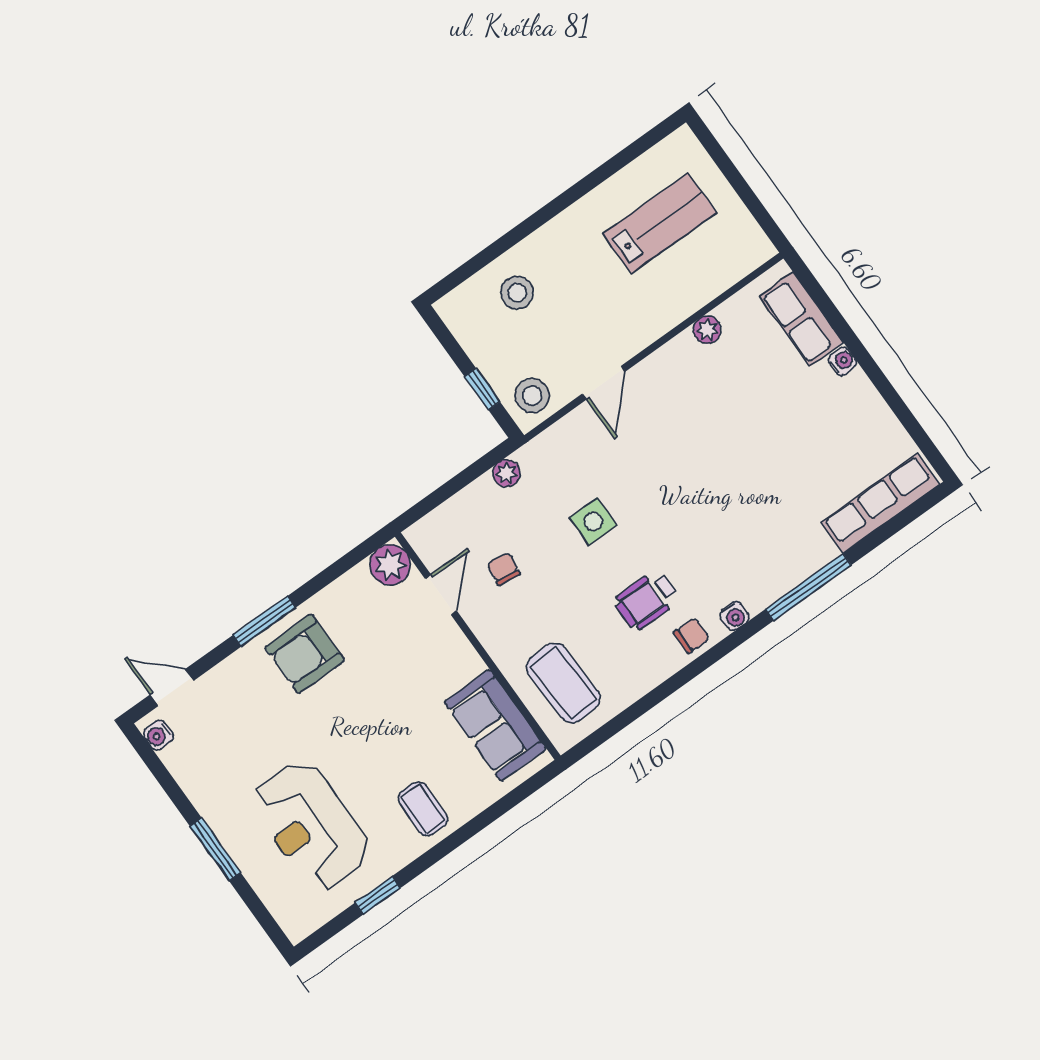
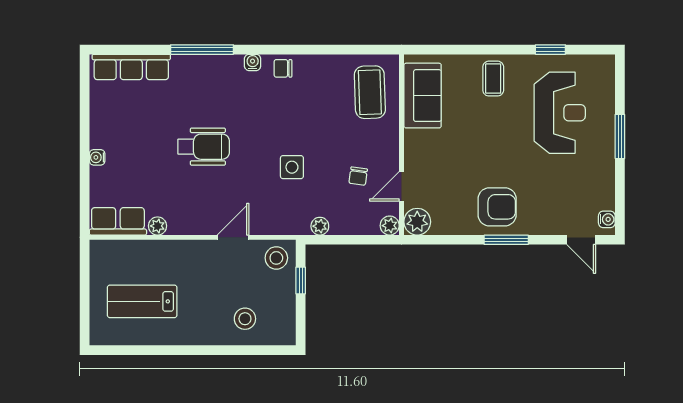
row of seats: (801, 319) -> (118, 221), moved, turned -90
plant: (421, 536) -> (390, 226), added
wheelchair: (646, 600) -> (204, 147), moved, width x1.36, depth x1.37

